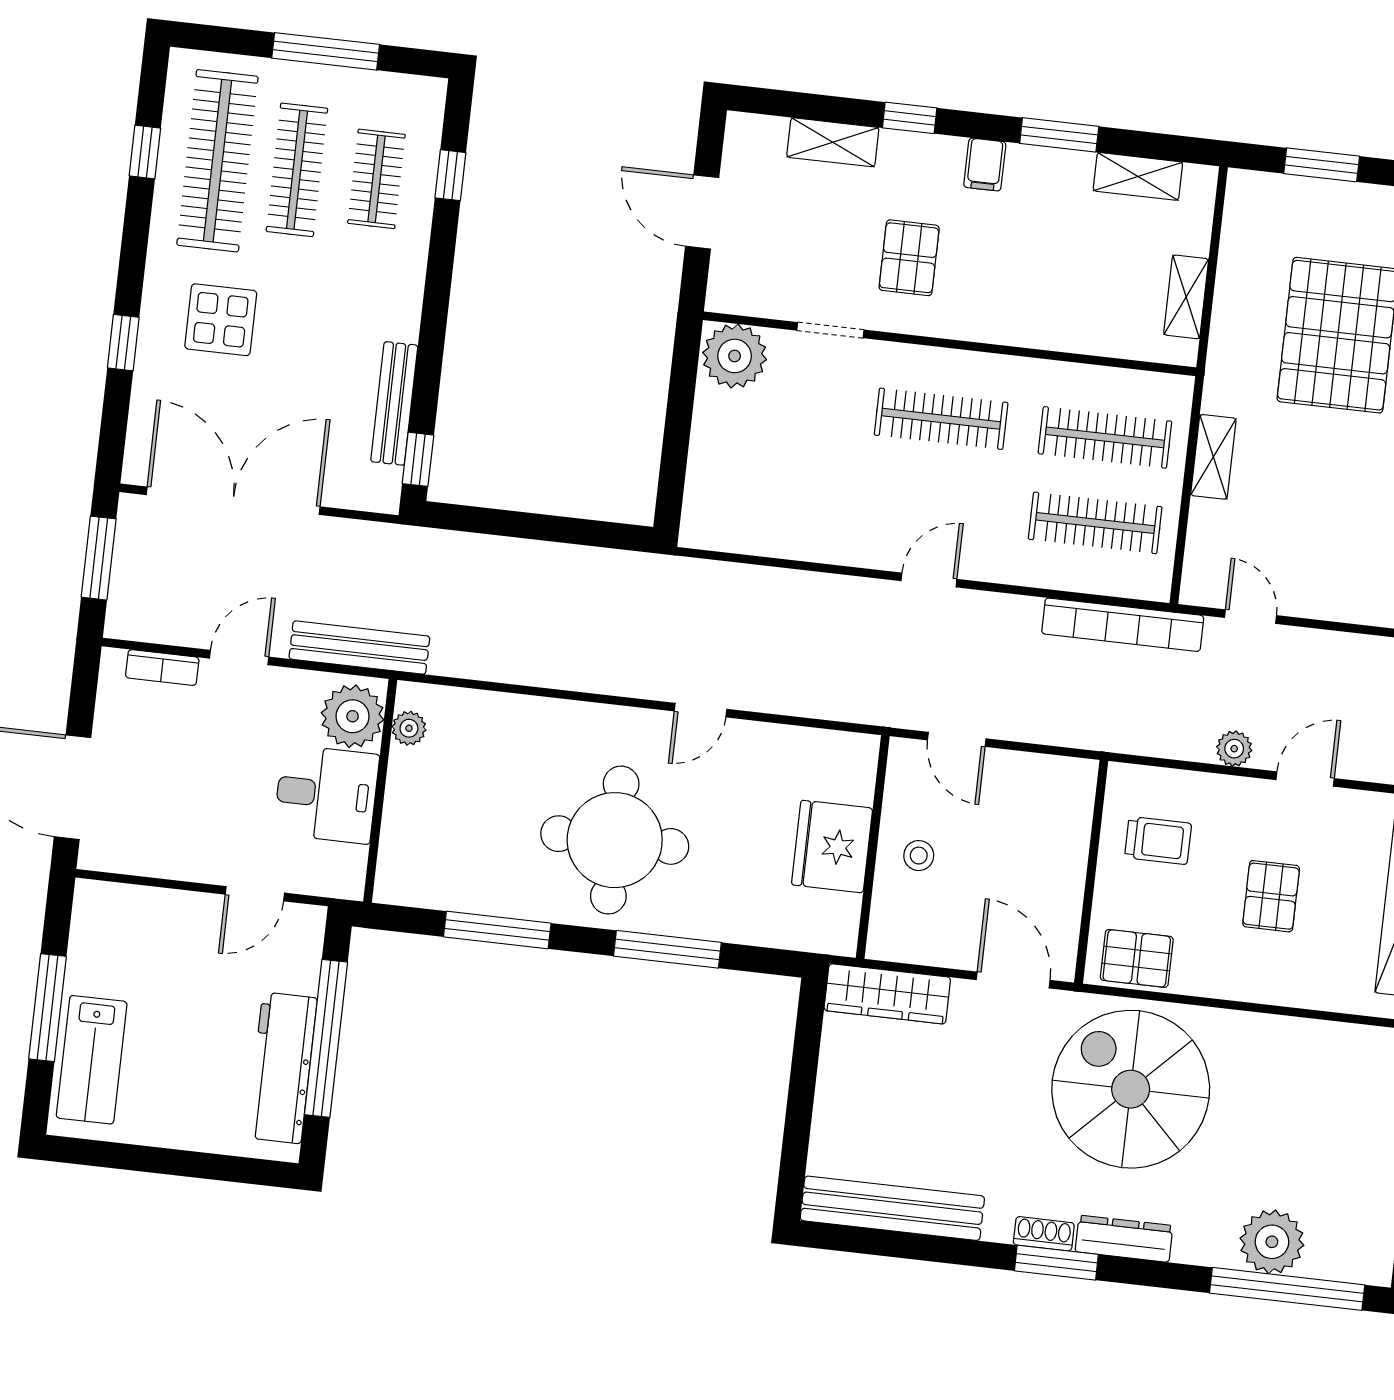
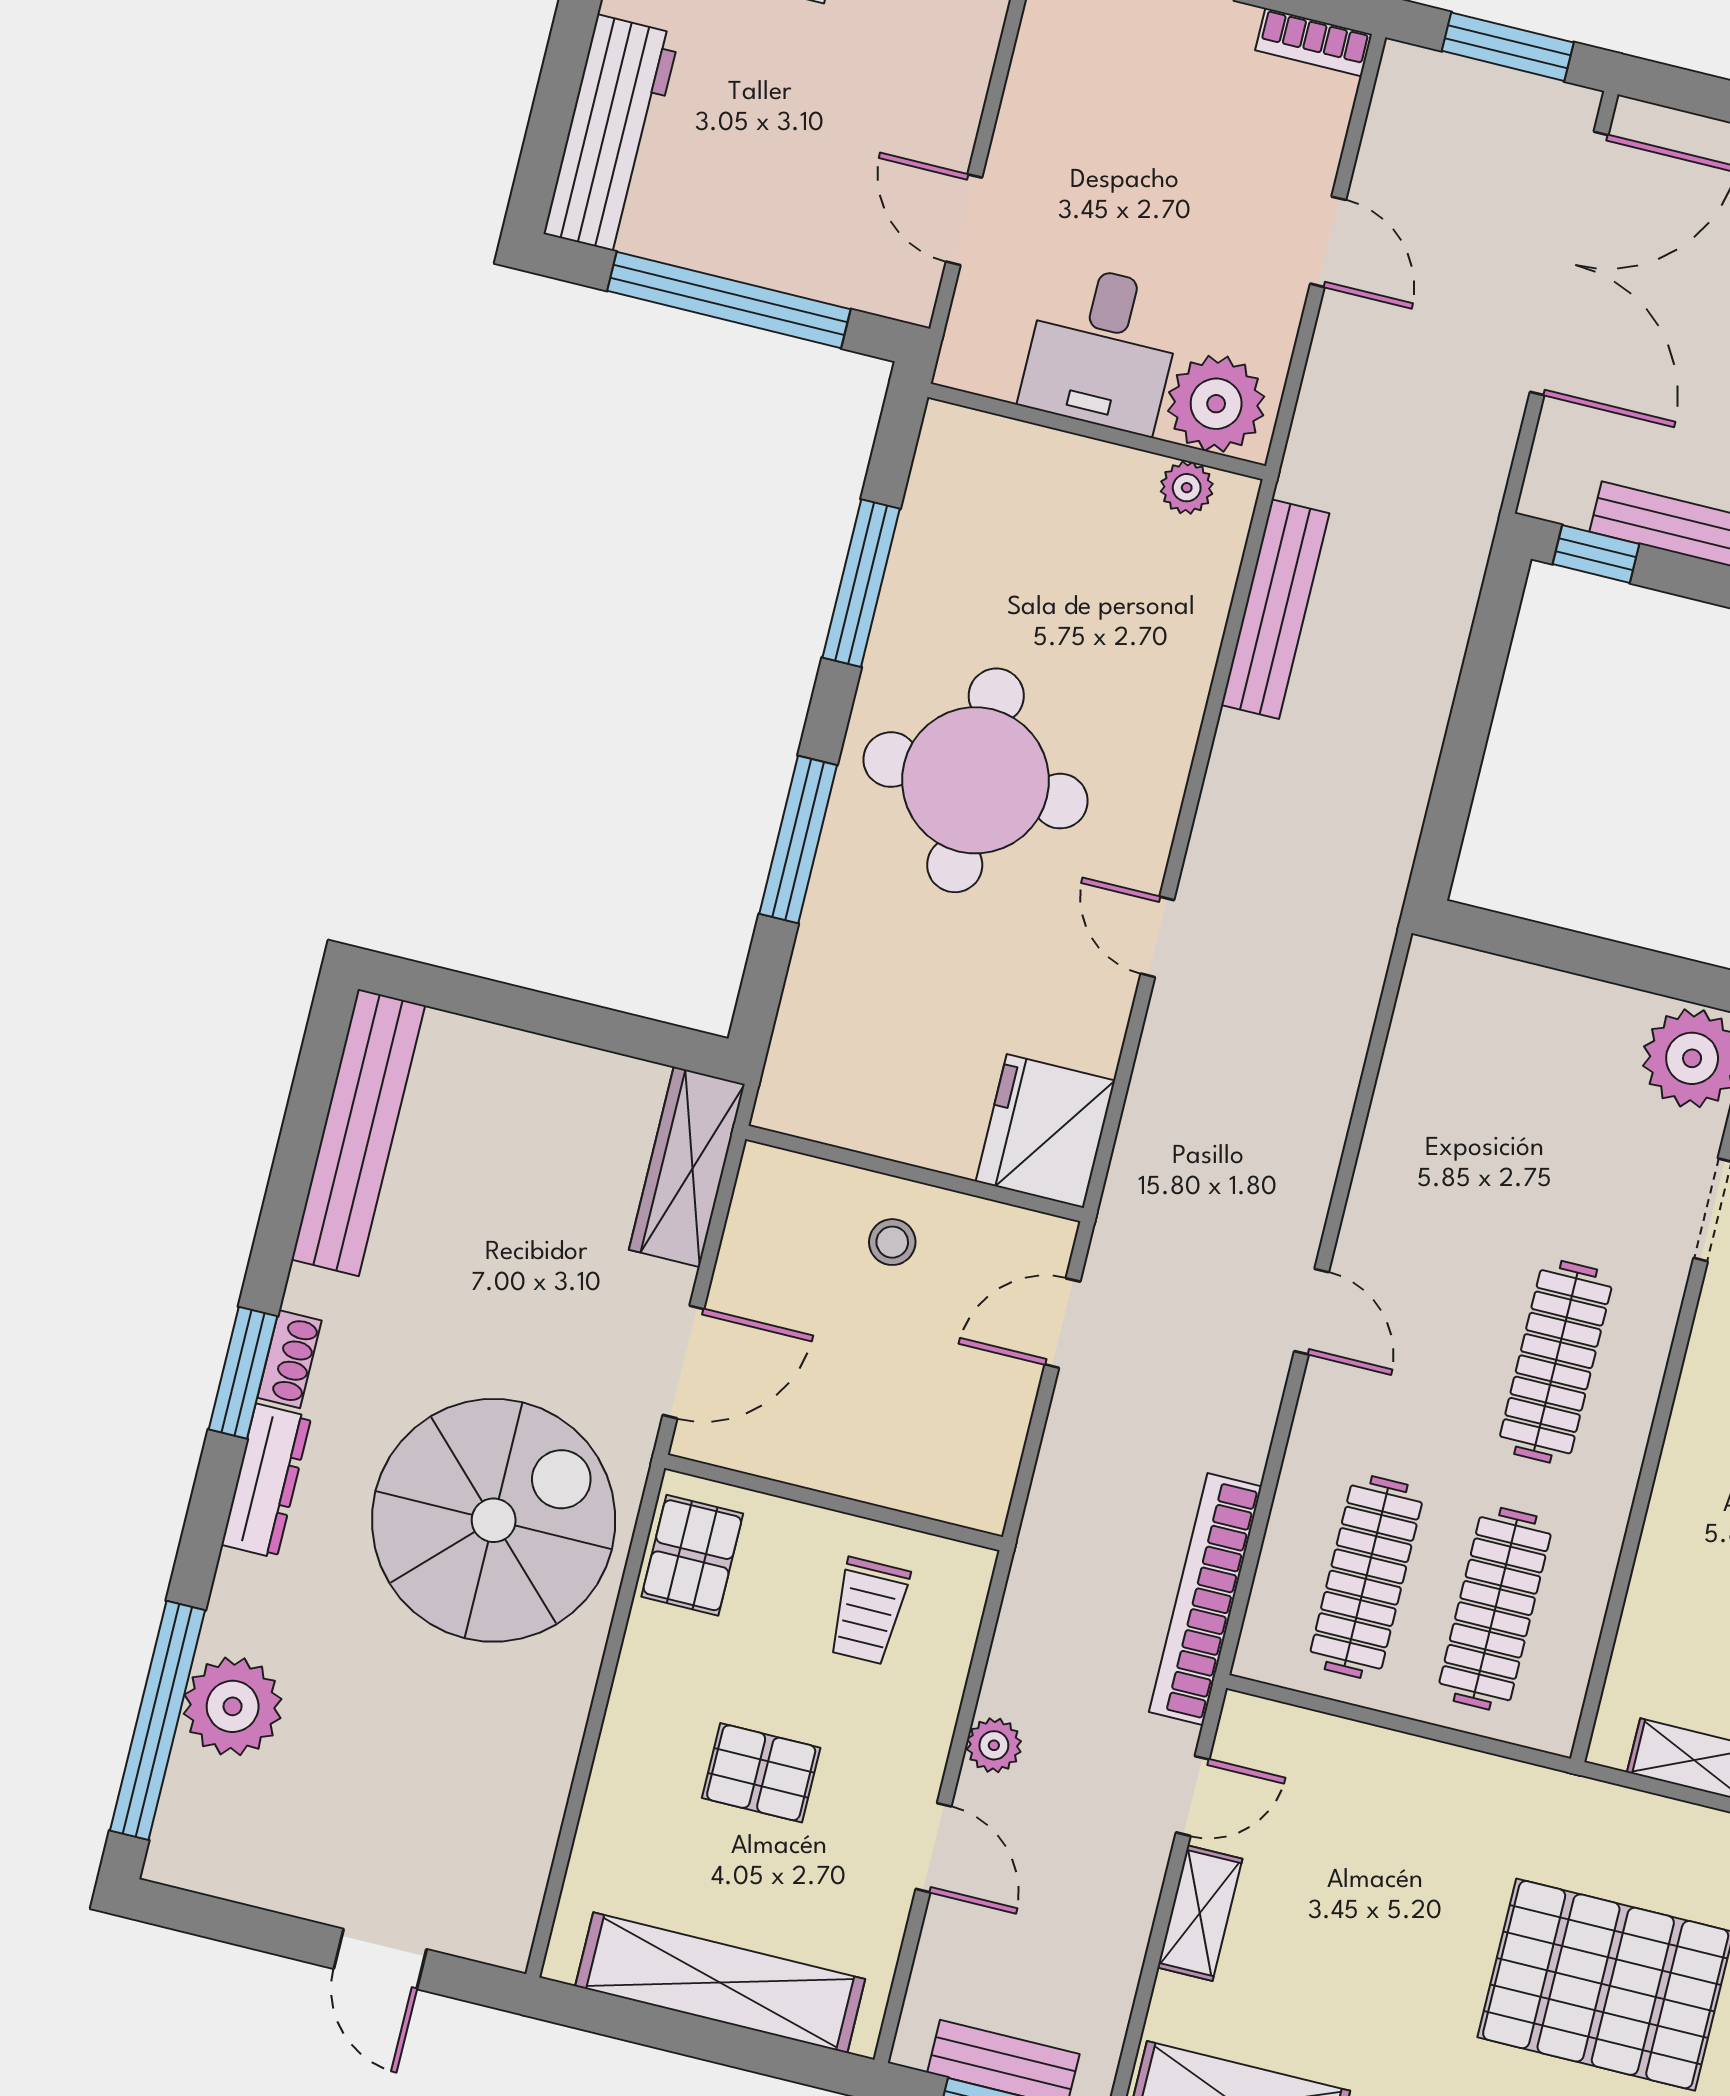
shelving: (1213, 457) -> (1200, 1913), moved, turned 90
bench: (359, 648) -> (1275, 609), moved
bookcase: (162, 668) -> (1314, 42), moved, turned -90
fridge: (832, 846) -> (1045, 1131), moved, turned -90
workbench: (282, 1068) -> (612, 134), moved, turned 90

